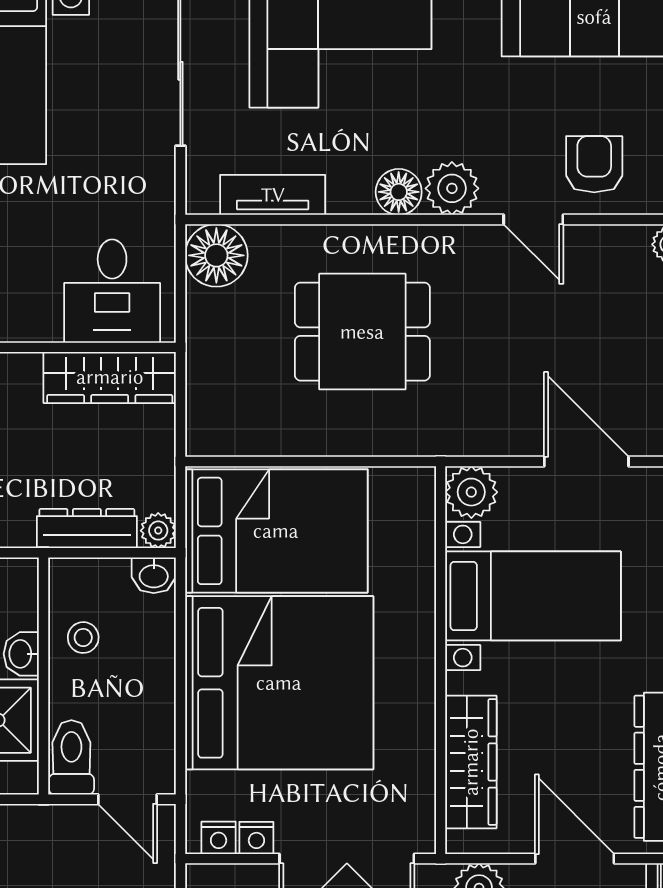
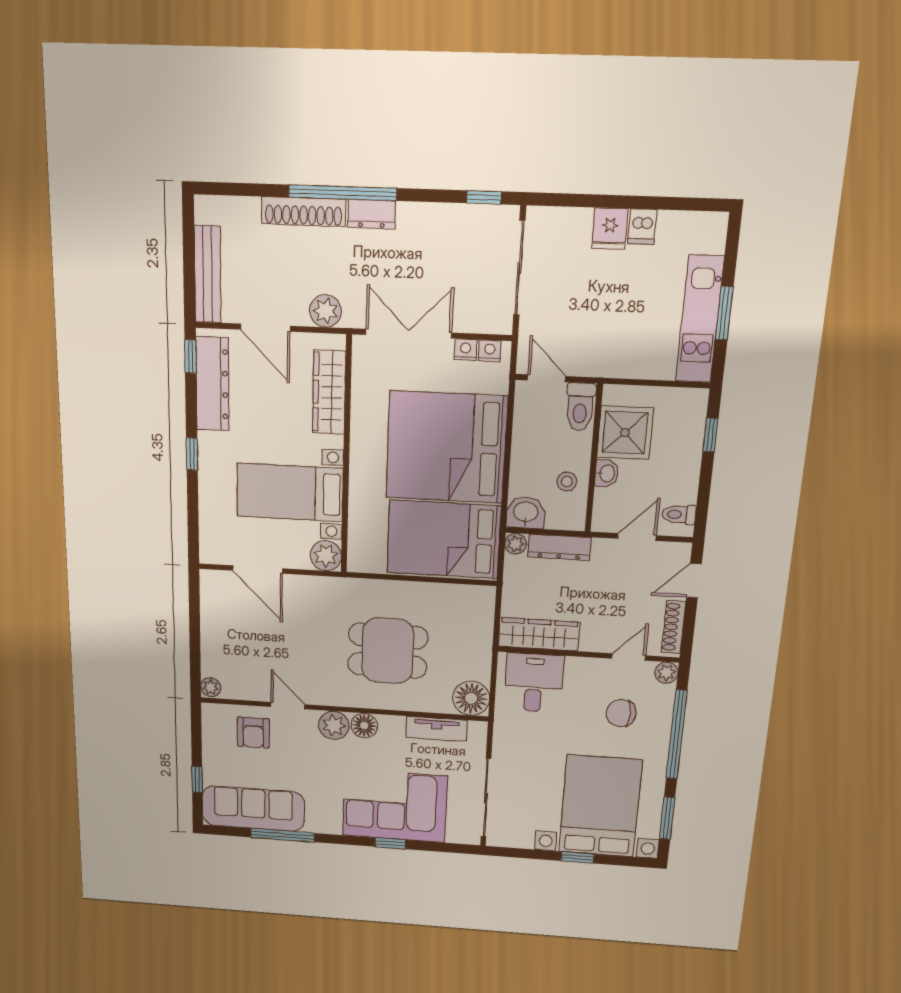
washbasin: (154, 575) -> (526, 513), width x1.38, depth x1.45

